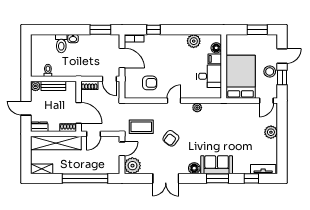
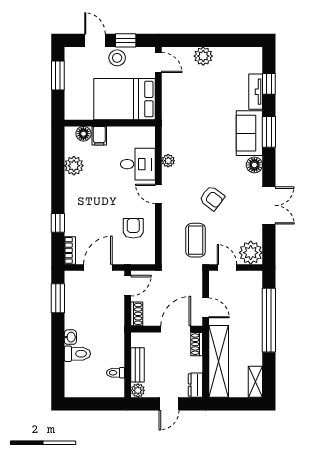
desk: (209, 76) -> (138, 164), moved, turned 90
tv unit: (263, 169) -> (256, 92), moved

